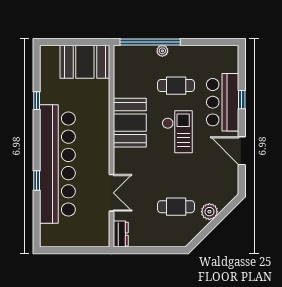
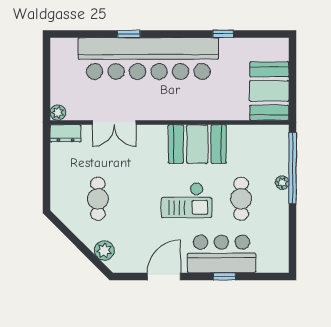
plant: (209, 212) -> (104, 251), moved
plant: (103, 241) -> (58, 113), added

